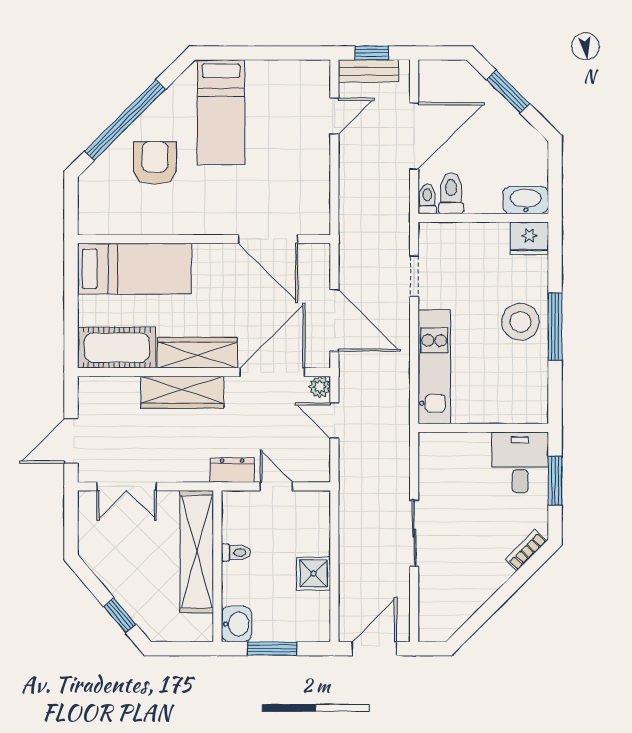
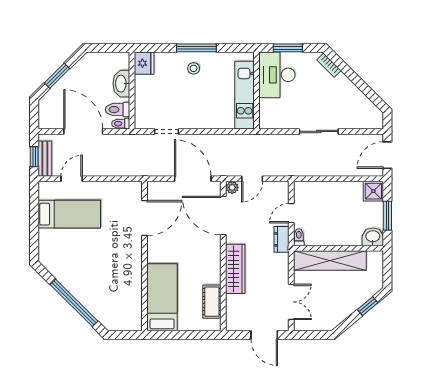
bed: (221, 112) -> (69, 214), moved
door: (334, 116) -> (72, 179), hinge flipped
armchair: (155, 163) -> (99, 285), removed
washbasin: (526, 200) -> (121, 84), moved
door: (334, 320) -> (193, 179), hinge flipped
stool: (520, 322) -> (194, 68), width x0.53, depth x0.53
cot: (117, 348) -> (212, 302), width x0.73, depth x0.75
wardrobe: (197, 353) -> (212, 260), removed
kitchen unit: (434, 367) -> (245, 95), moved, turned -90
desk: (520, 462) -> (277, 75), width x1.37
toilet: (236, 553) -> (299, 237), moved
shower: (314, 574) -> (373, 191), moved
door: (374, 649) -> (387, 155), hinge flipped

